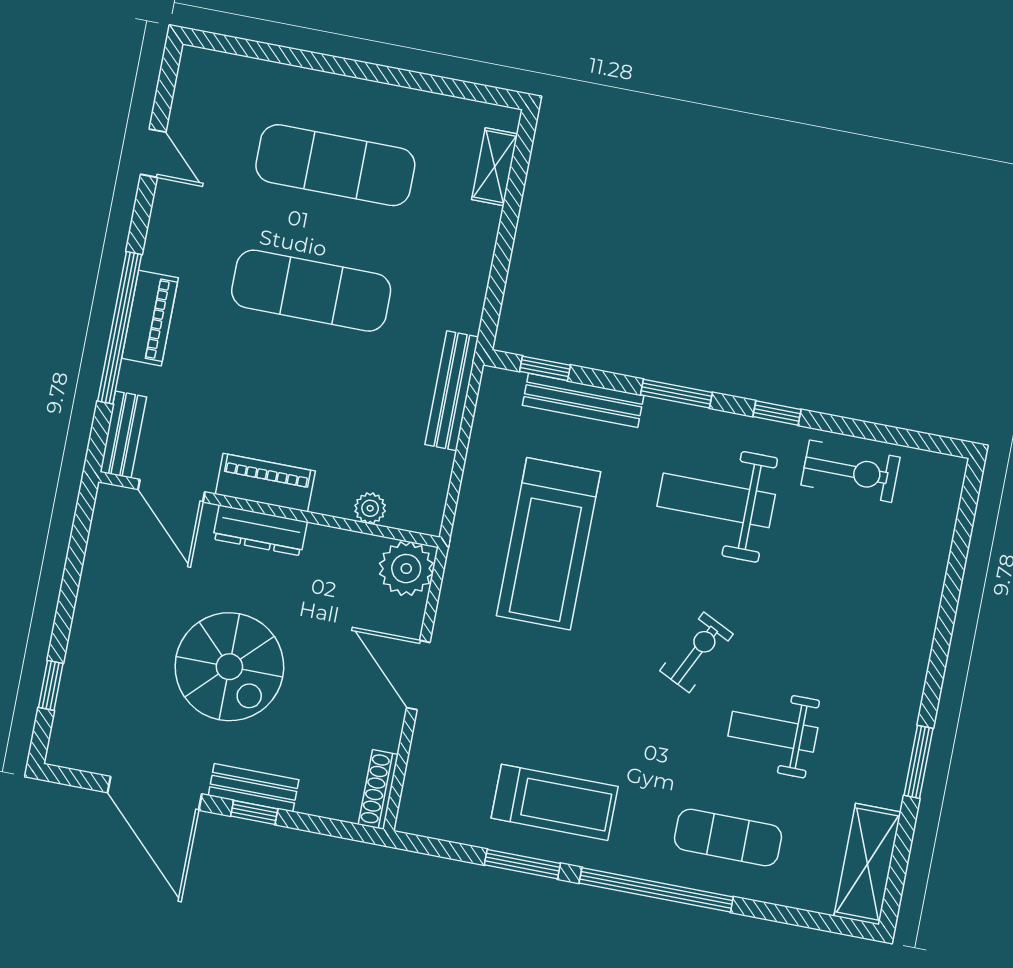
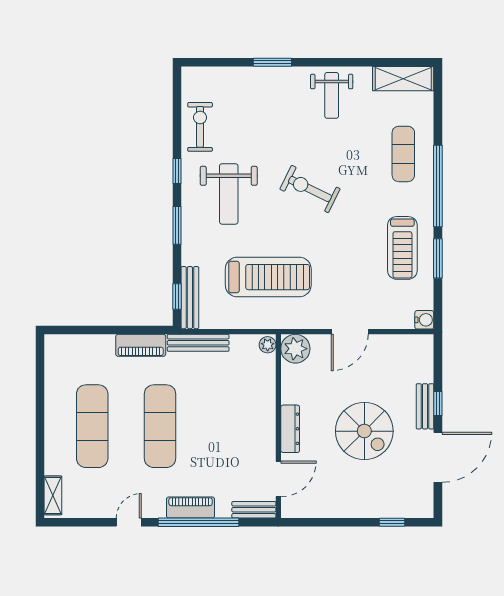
door: (153, 153) -> (129, 522), moved
shelving: (495, 167) -> (53, 495), moved, turned 90
bench: (583, 400) -> (190, 298), moved
piano: (265, 483) -> (141, 345), moved, turned -90
plant: (370, 508) -> (268, 345), moved
exercise bike: (696, 652) -> (310, 189), width x1.38, depth x1.39
spiral stairs: (229, 667) -> (364, 431), turned 90
weight bench: (773, 732) -> (332, 95), moved
window: (919, 762) -> (272, 62), moved
shoe rack: (378, 789) -> (413, 341), removed
treadmill: (555, 802) -> (402, 248), turned 180
water cooler: (414, 817) -> (424, 320), added

